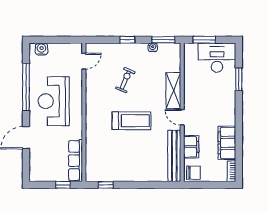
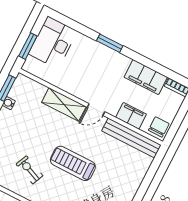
window: (239, 79) -> (110, 43), moved
exercise bike: (125, 80) -> (30, 170), moved
treadmill: (132, 121) -> (73, 163), turned -90

